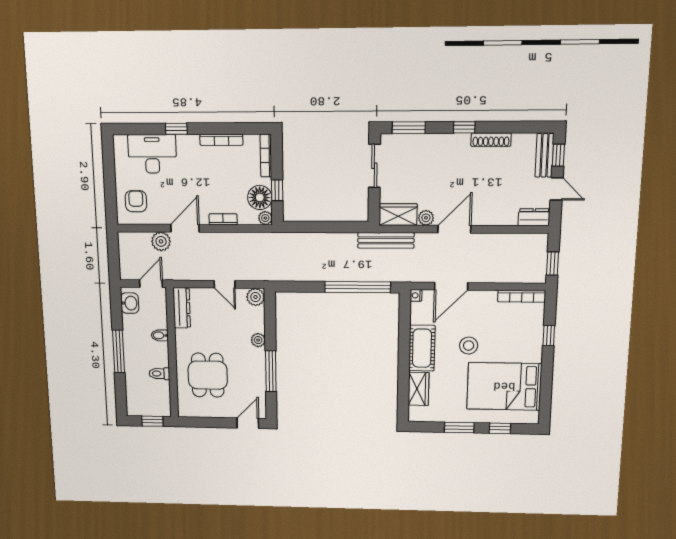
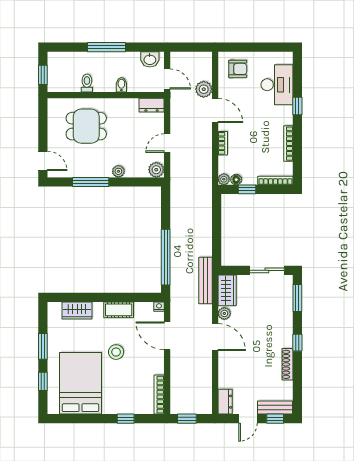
floor lamp: (260, 197) -> (236, 180), width x0.53, depth x0.53
dresser: (182, 308) -> (152, 105), width x0.70
cot: (422, 348) -> (119, 310), width x0.73, depth x0.75

